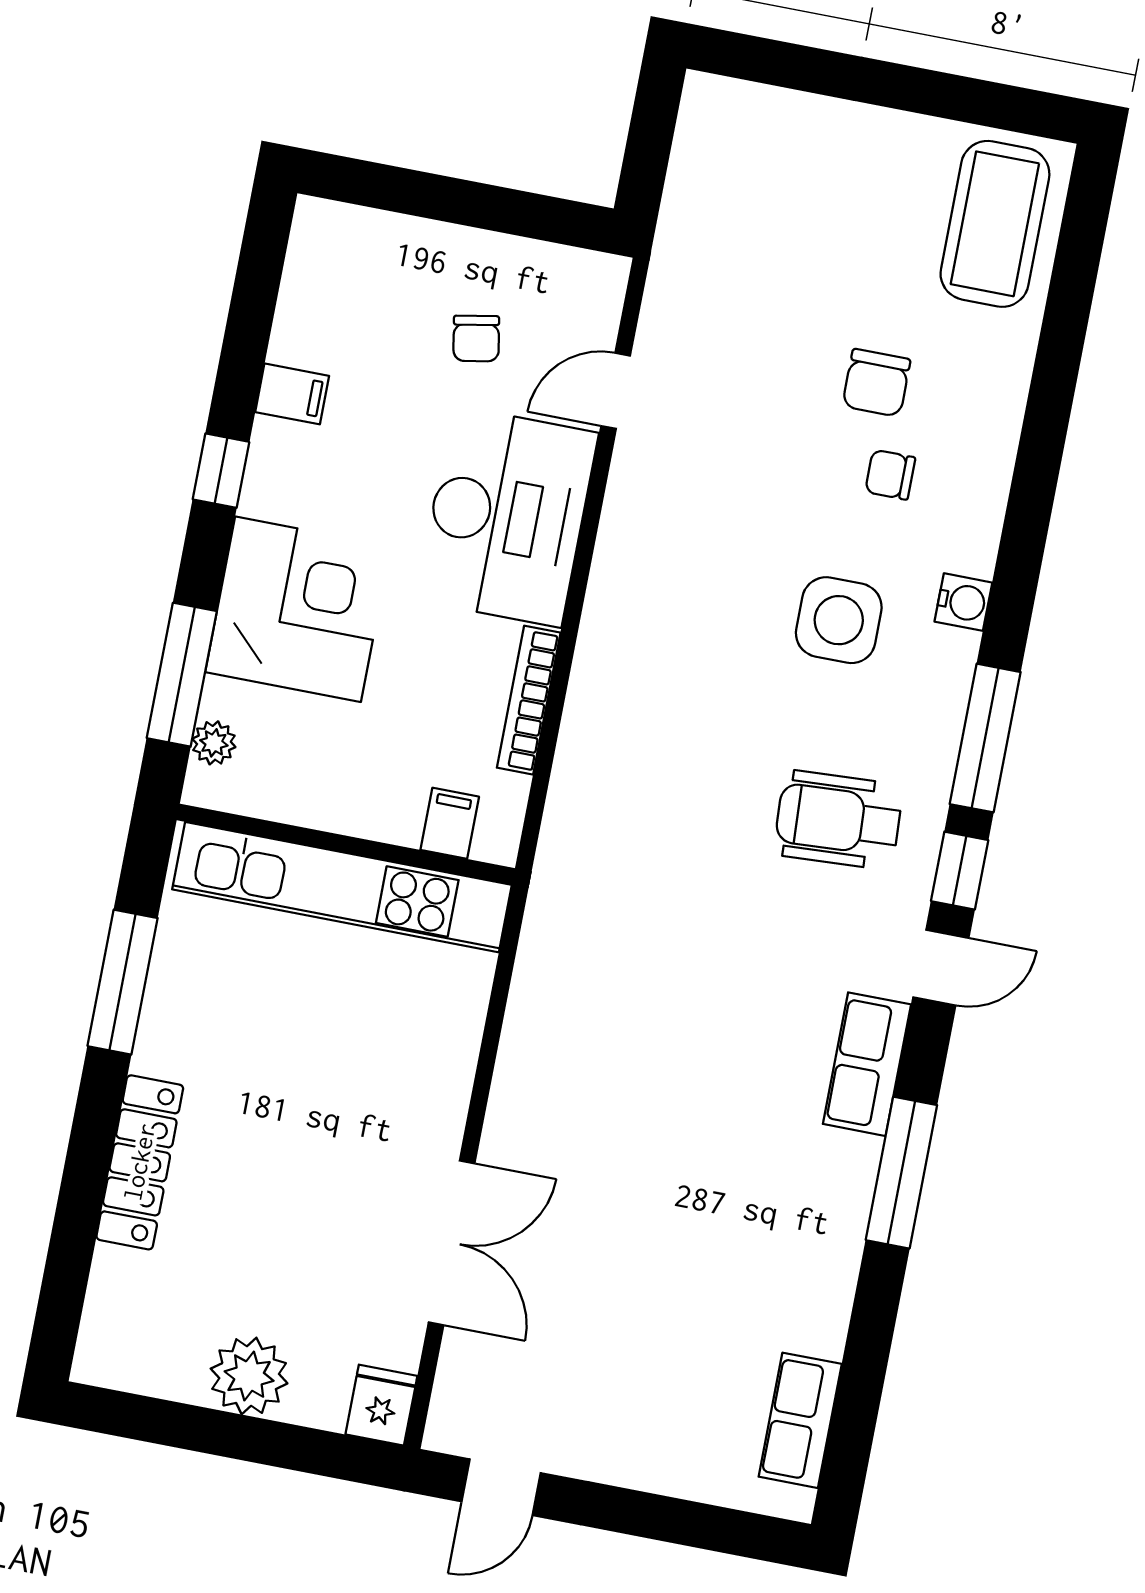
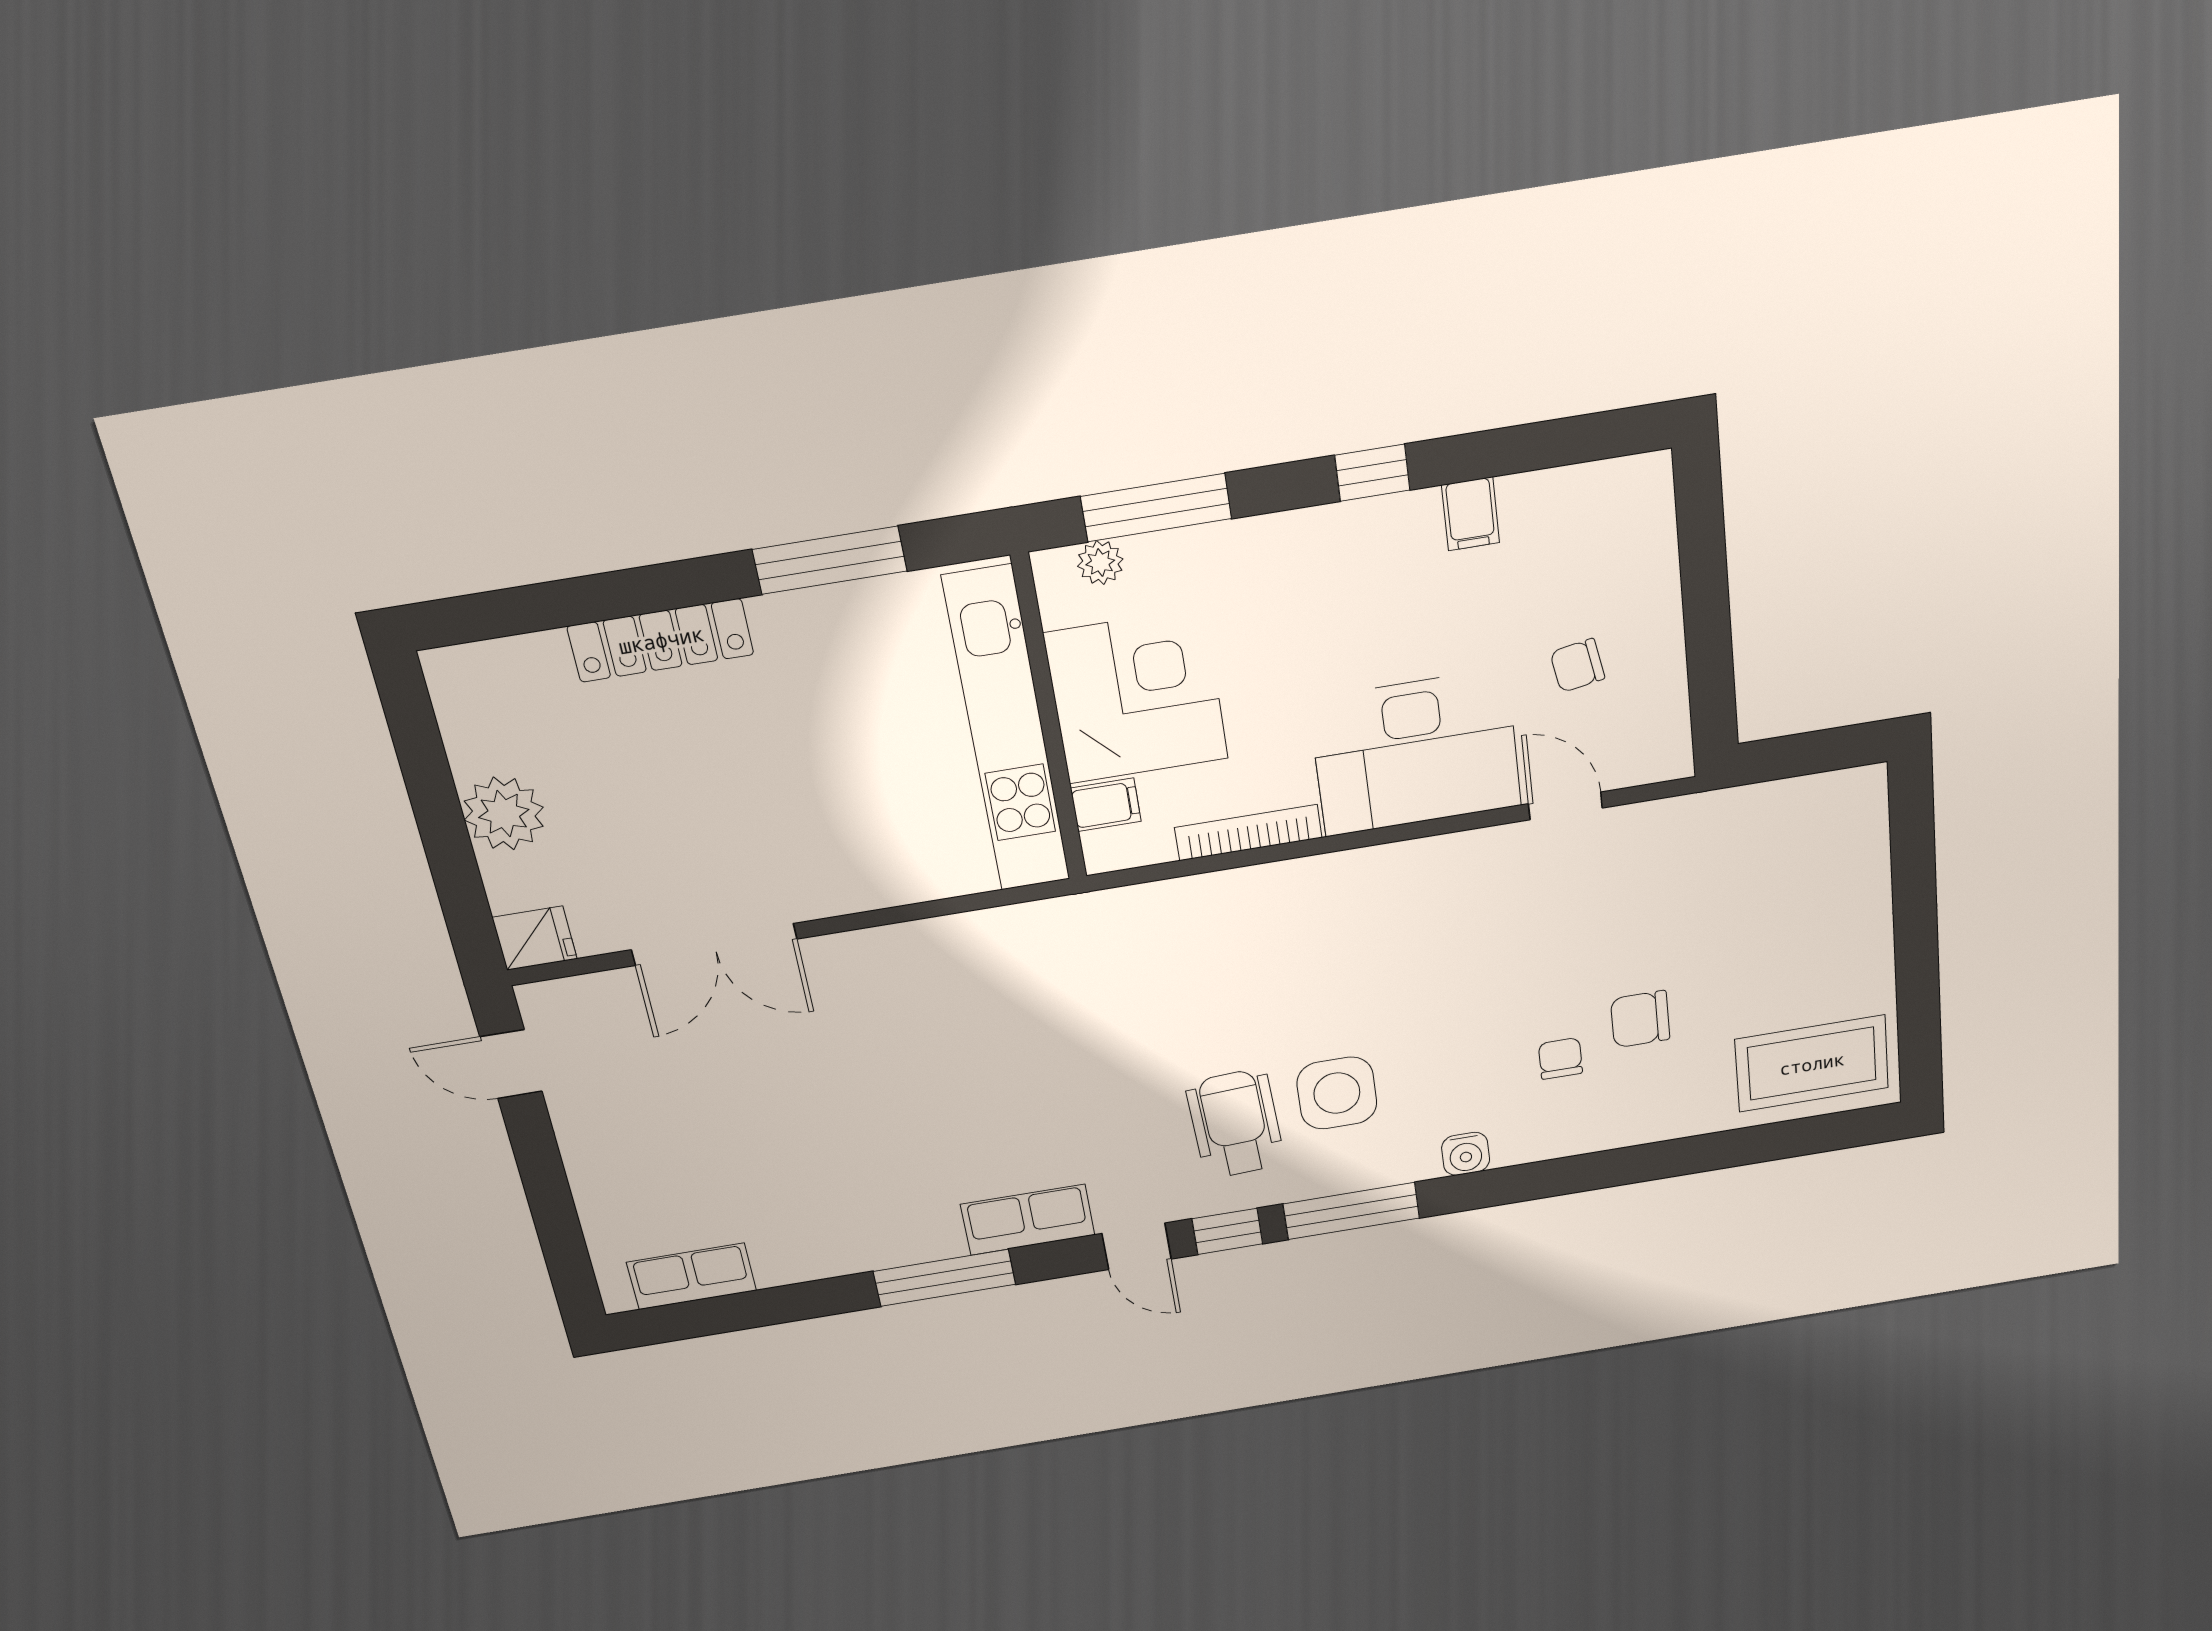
corner desk: (298, 609) -> (1136, 696), moved, turned -90
side table: (839, 620) -> (1337, 1093), moved

